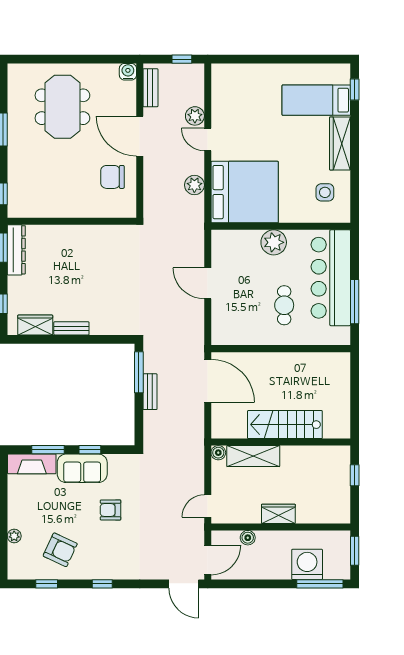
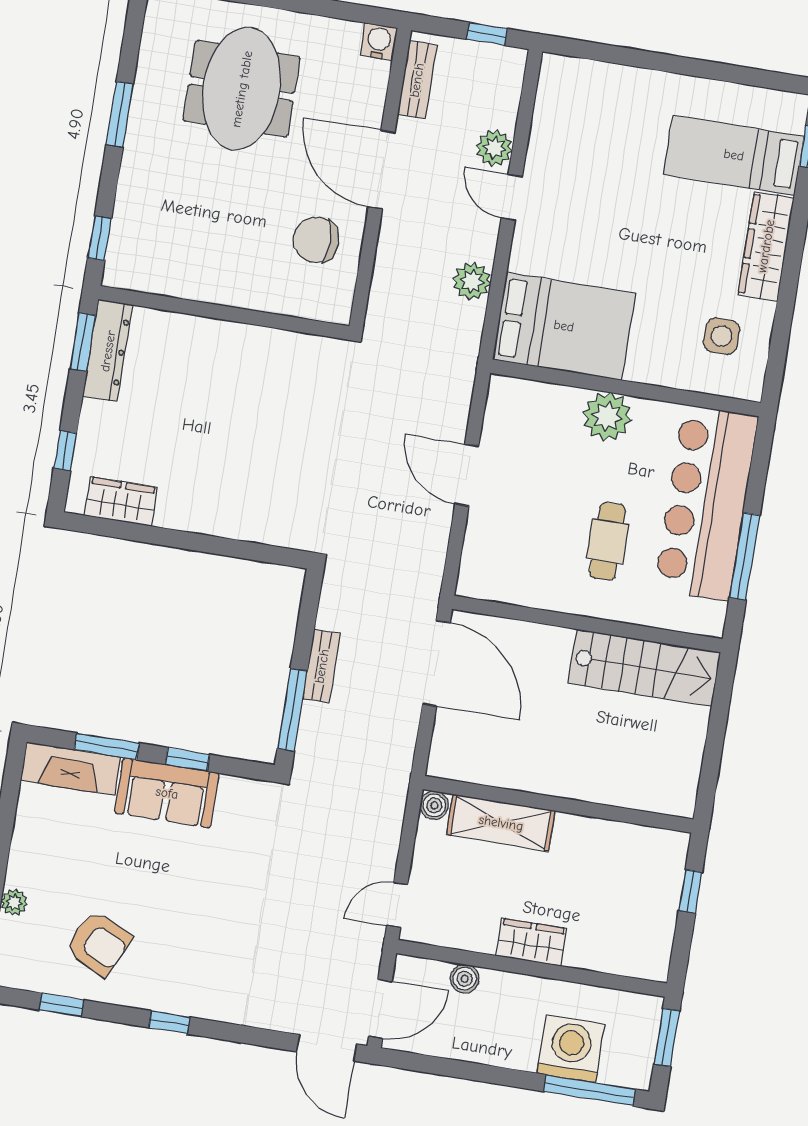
bed: (245, 192) -> (564, 326), width x0.73
bench: (71, 328) -> (190, 519), removed
window: (139, 372) -> (292, 710), moved
stairs: (285, 425) -> (644, 668), moved, turned 180
armchair: (111, 510) -> (208, 882), removed

